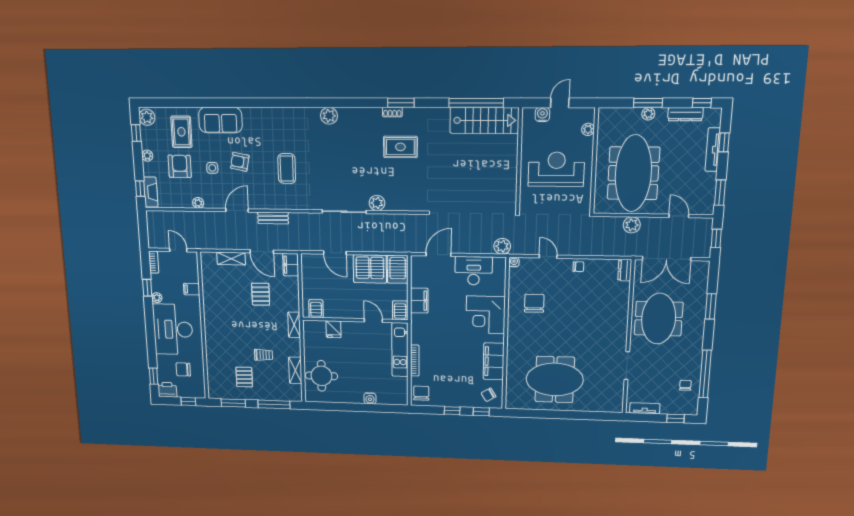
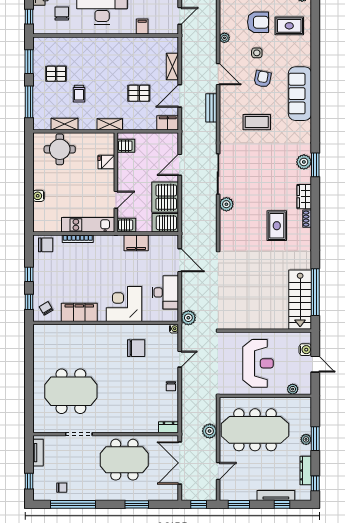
window: (401, 103) -> (315, 165), moved
wardrobe: (368, 115) -> (304, 197), added
sofa: (220, 120) -> (300, 94), moved, width x1.36
meeting table: (555, 379) -> (71, 391), moved, turned 90

